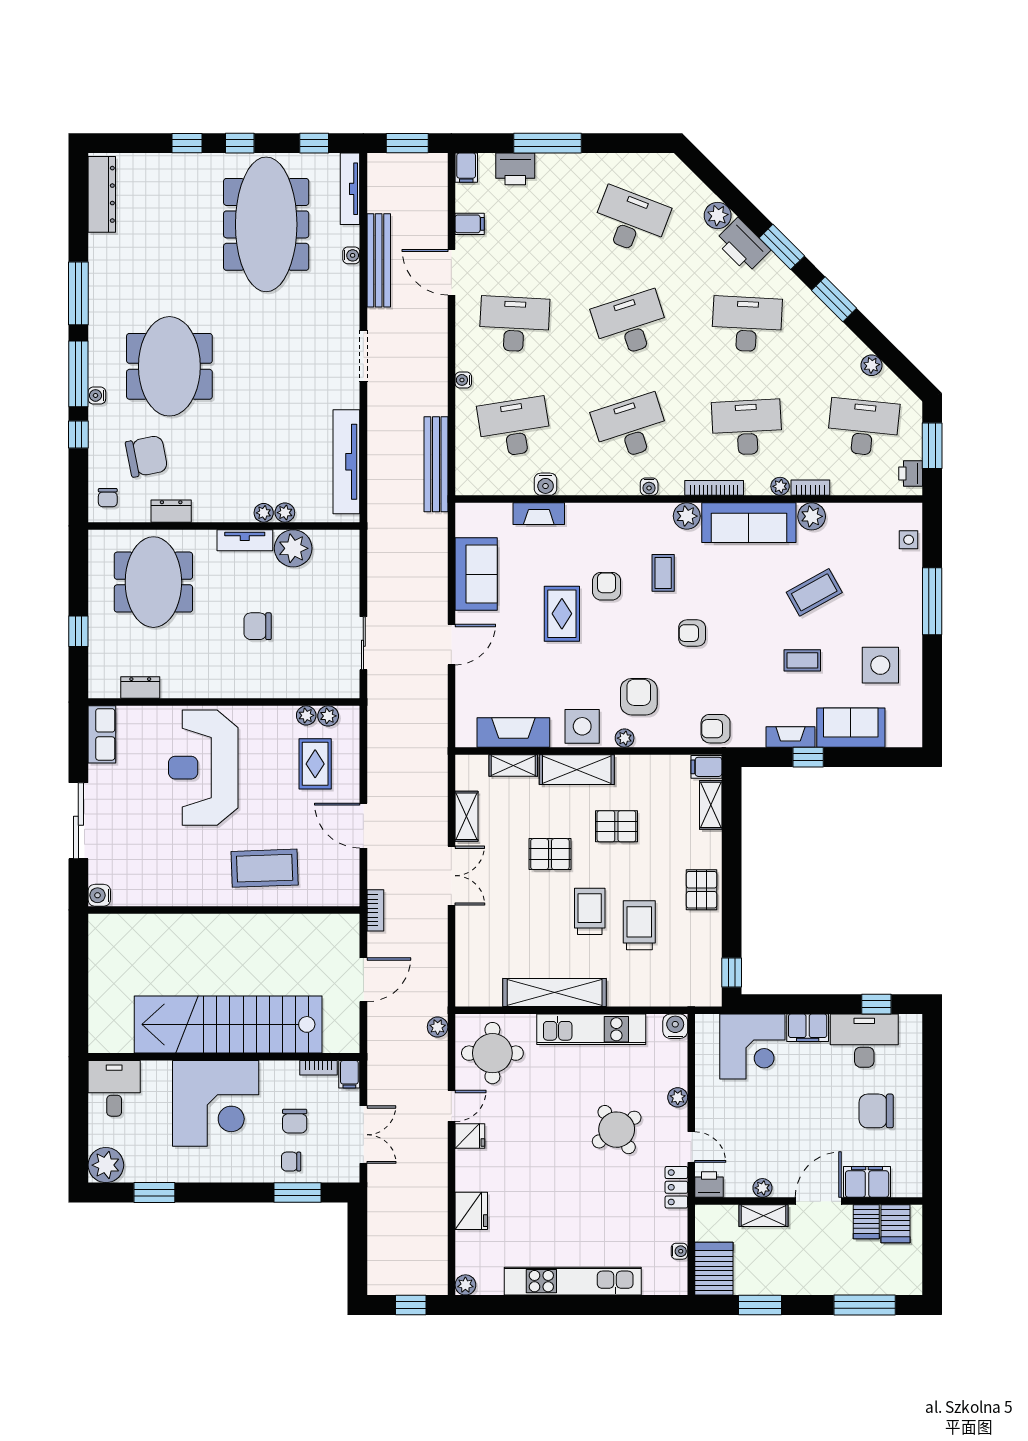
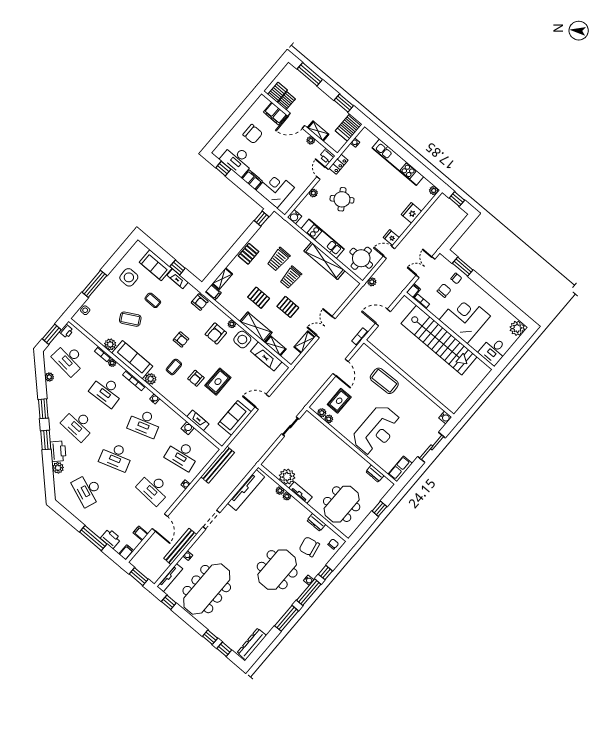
window: (240, 143) -> (224, 649), moved
chair: (258, 626) -> (320, 461), removed
window: (154, 1192) -> (509, 306), removed

